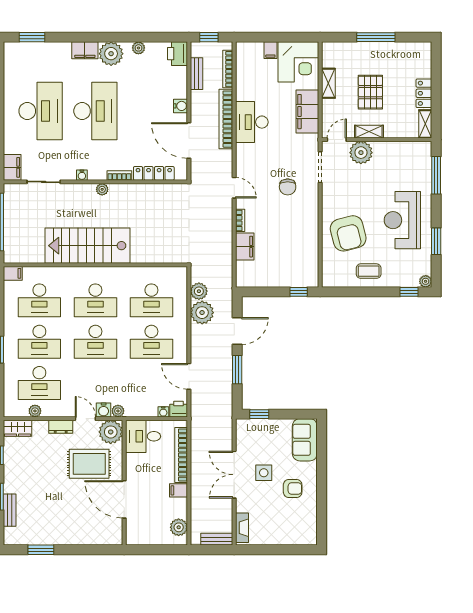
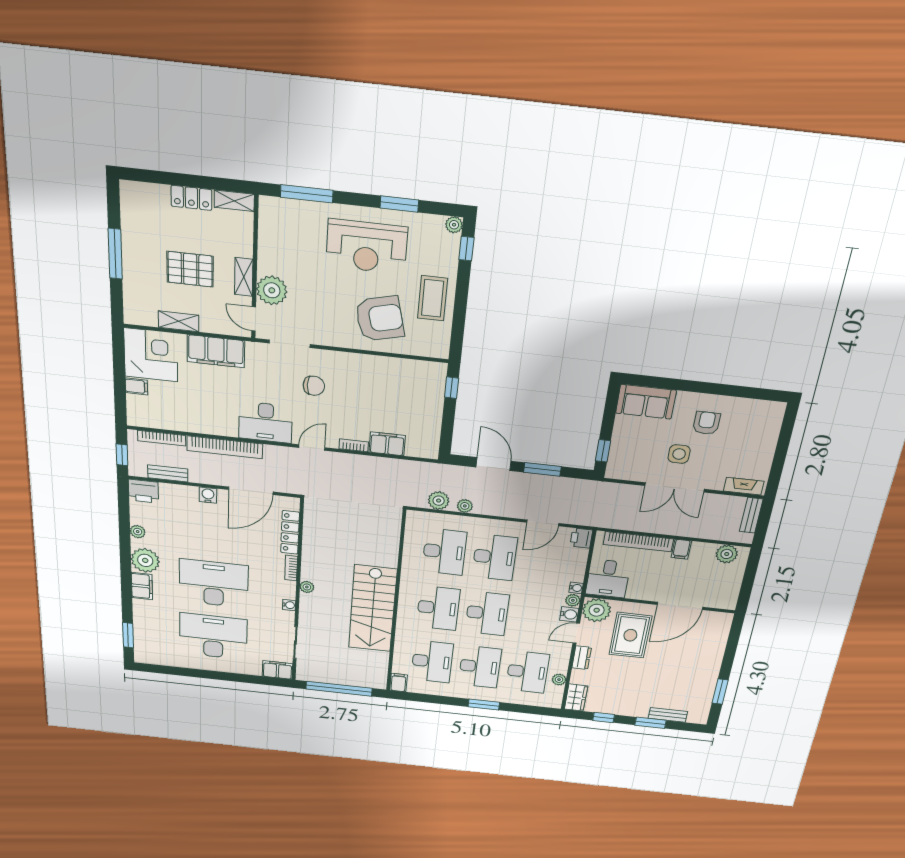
desk: (252, 122) -> (266, 422), moved
coffee table: (369, 271) -> (433, 298), width x1.36, depth x1.30
plant: (202, 313) -> (465, 506), width x0.53, depth x0.53
water cooler: (163, 412) -> (576, 588), moved

